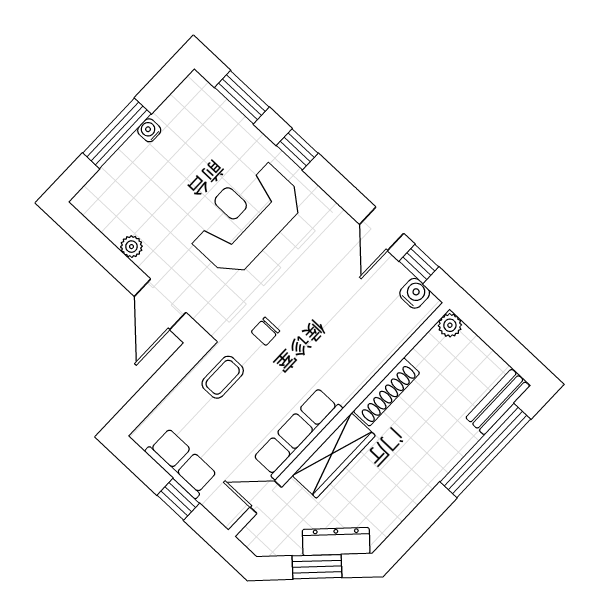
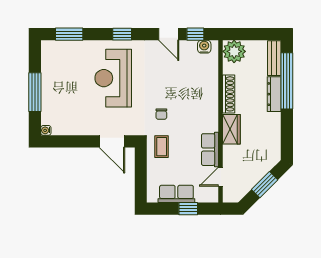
water cooler: (149, 130) -> (46, 130), moved
window: (297, 149) -> (122, 34), moved
plant: (131, 247) -> (81, 130), removed
plant: (450, 325) -> (234, 51), width x1.88, depth x1.88
row of seats: (298, 434) -> (210, 150), width x0.68
wardrobe: (334, 456) -> (231, 129), width x0.67
dresser: (336, 542) -> (274, 94), moved, turned -45

